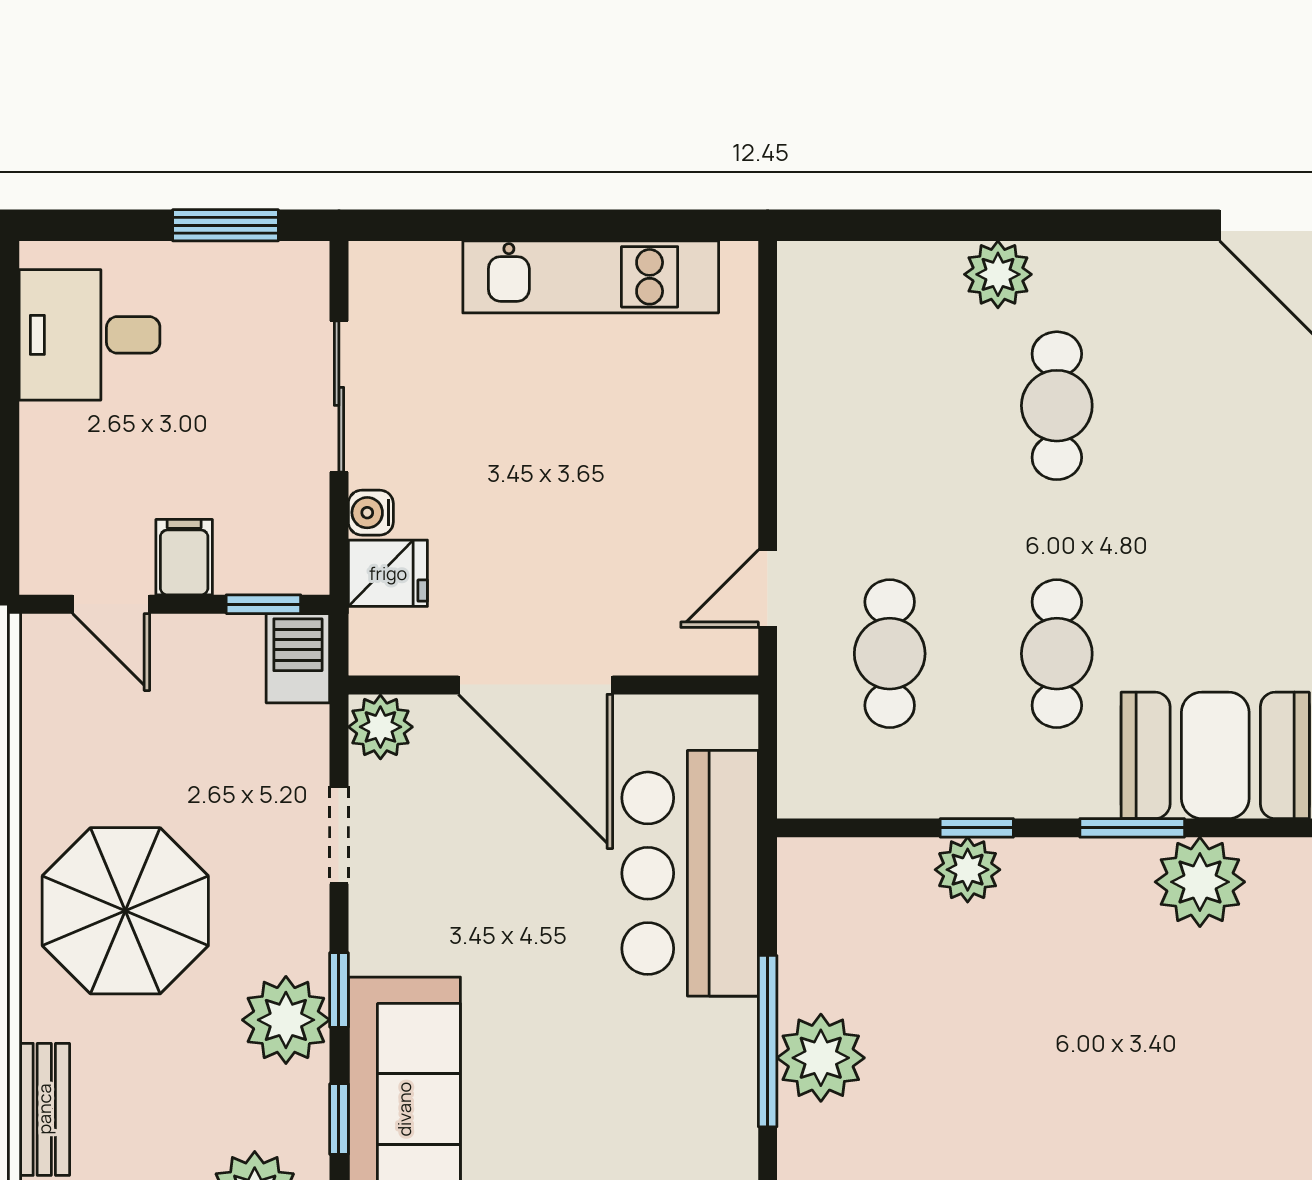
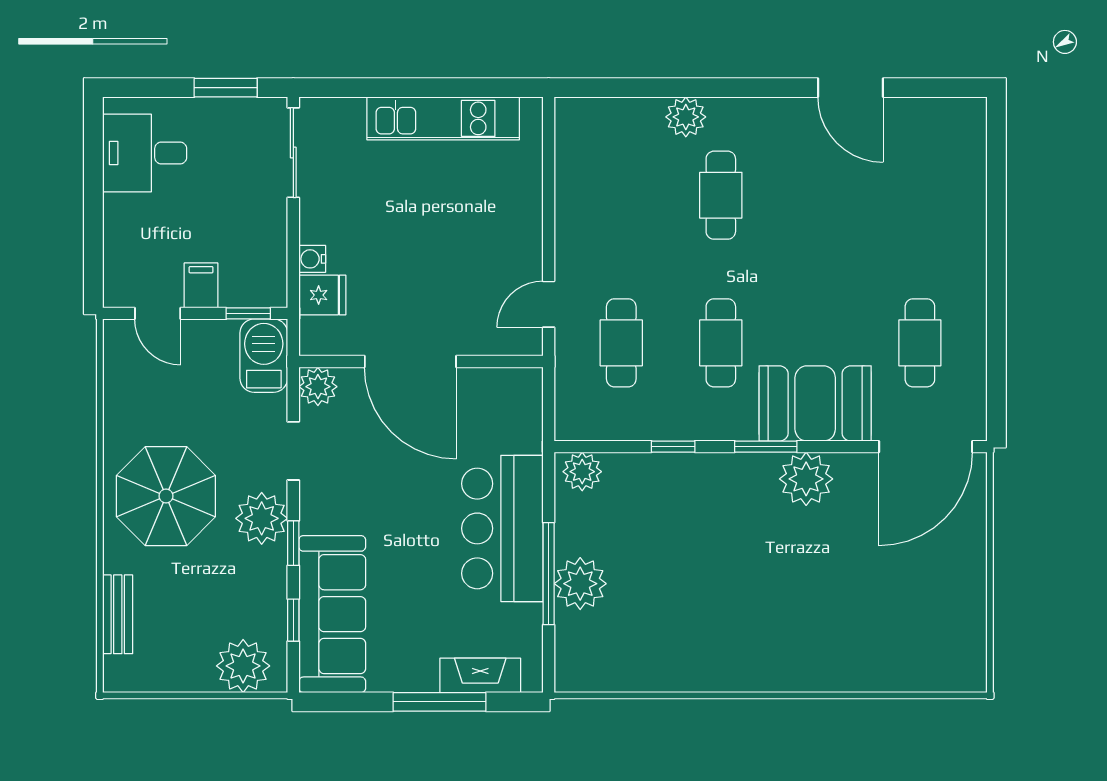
sliding door: (339, 396) -> (293, 153), moved
barbecue: (298, 658) -> (264, 356), width x1.38, depth x1.27
plant: (968, 870) -> (582, 472), moved
bar counter: (690, 873) -> (502, 528), moved
plant: (286, 1020) -> (262, 518), moved

